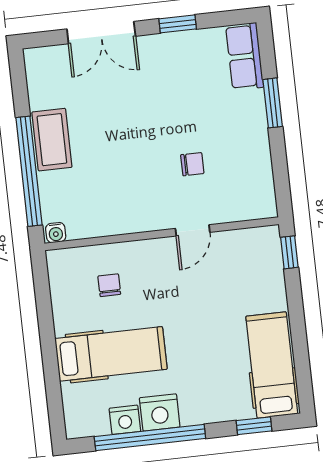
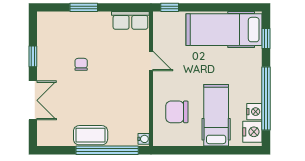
row of seats: (245, 56) -> (130, 20), moved
chair: (192, 164) -> (81, 64), moved
chair: (109, 285) -> (177, 112), width x1.87, depth x1.87
hospital bed: (272, 365) -> (224, 30), width x1.37, depth x1.29
nightstand: (160, 412) -> (252, 132), moved

